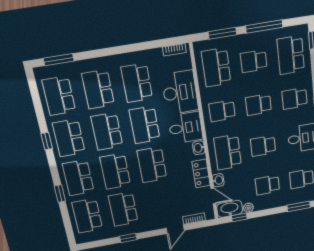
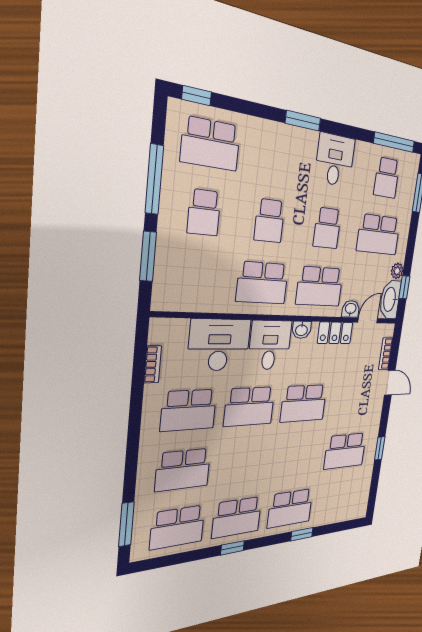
bookcase: (174, 50) -> (153, 364), moved
school desk: (216, 67) -> (198, 279), removed
school desk: (295, 99) -> (277, 157), removed
school desk: (222, 111) -> (262, 283), width x1.85
school desk: (107, 131) -> (243, 463), removed
school desk: (115, 171) -> (297, 457), removed
school desk: (267, 185) -> (379, 235), width x1.85
school desk: (87, 216) -> (338, 500), removed

